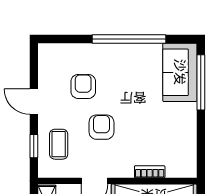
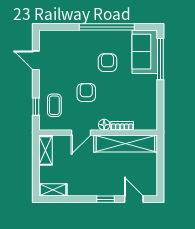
armchair: (83, 86) -> (107, 63), moved
door: (34, 102) -> (36, 60), moved
floor lamp: (125, 170) -> (104, 125), added

